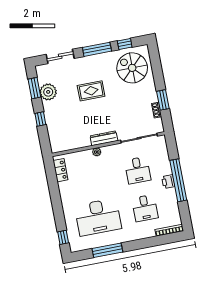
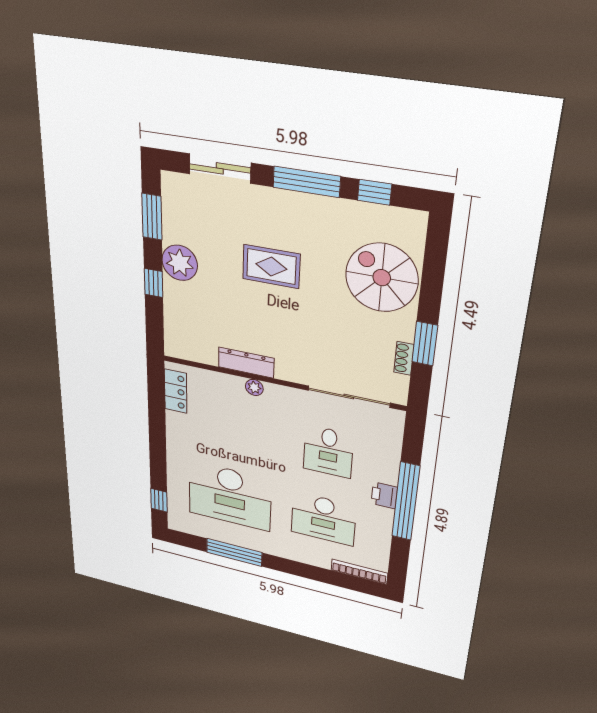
spiral stairs: (132, 68) -> (382, 278), moved
plant: (48, 92) -> (180, 263), moved
dresser: (104, 138) -> (246, 363), moved
desk: (145, 208) -> (323, 519), width x1.37

